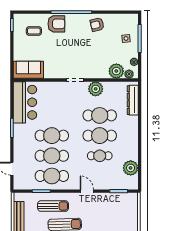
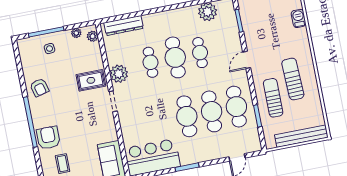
rug: (95, 66) -> (91, 80), added
plant: (116, 71) -> (92, 53), removed
cafe table: (100, 115) -> (150, 62), width x0.73, depth x0.74

